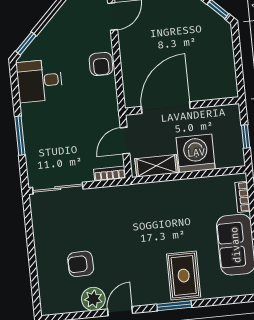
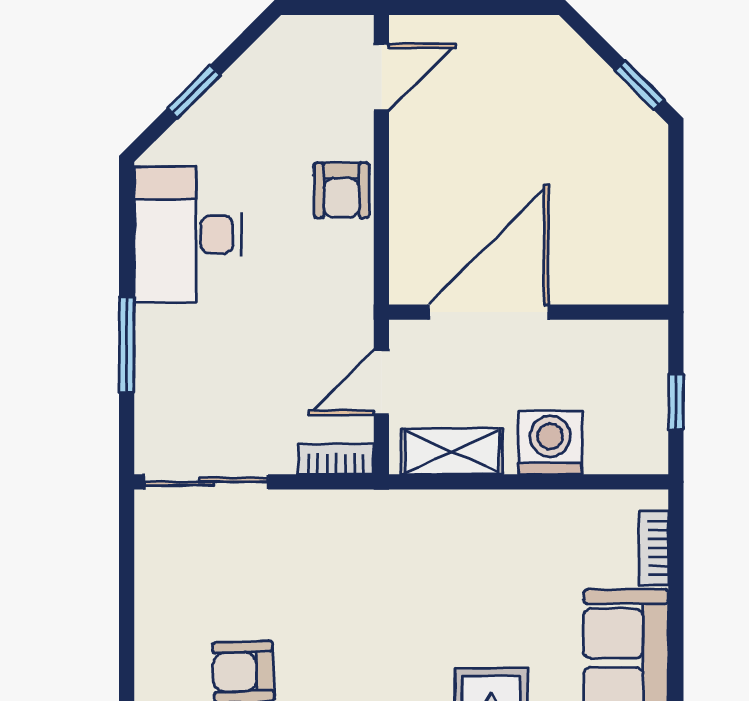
window: (26, 43) -> (194, 92), moved
desk: (39, 81) -> (188, 235), width x1.37
washing machine: (196, 153) -> (550, 443), width x0.73, depth x0.73

